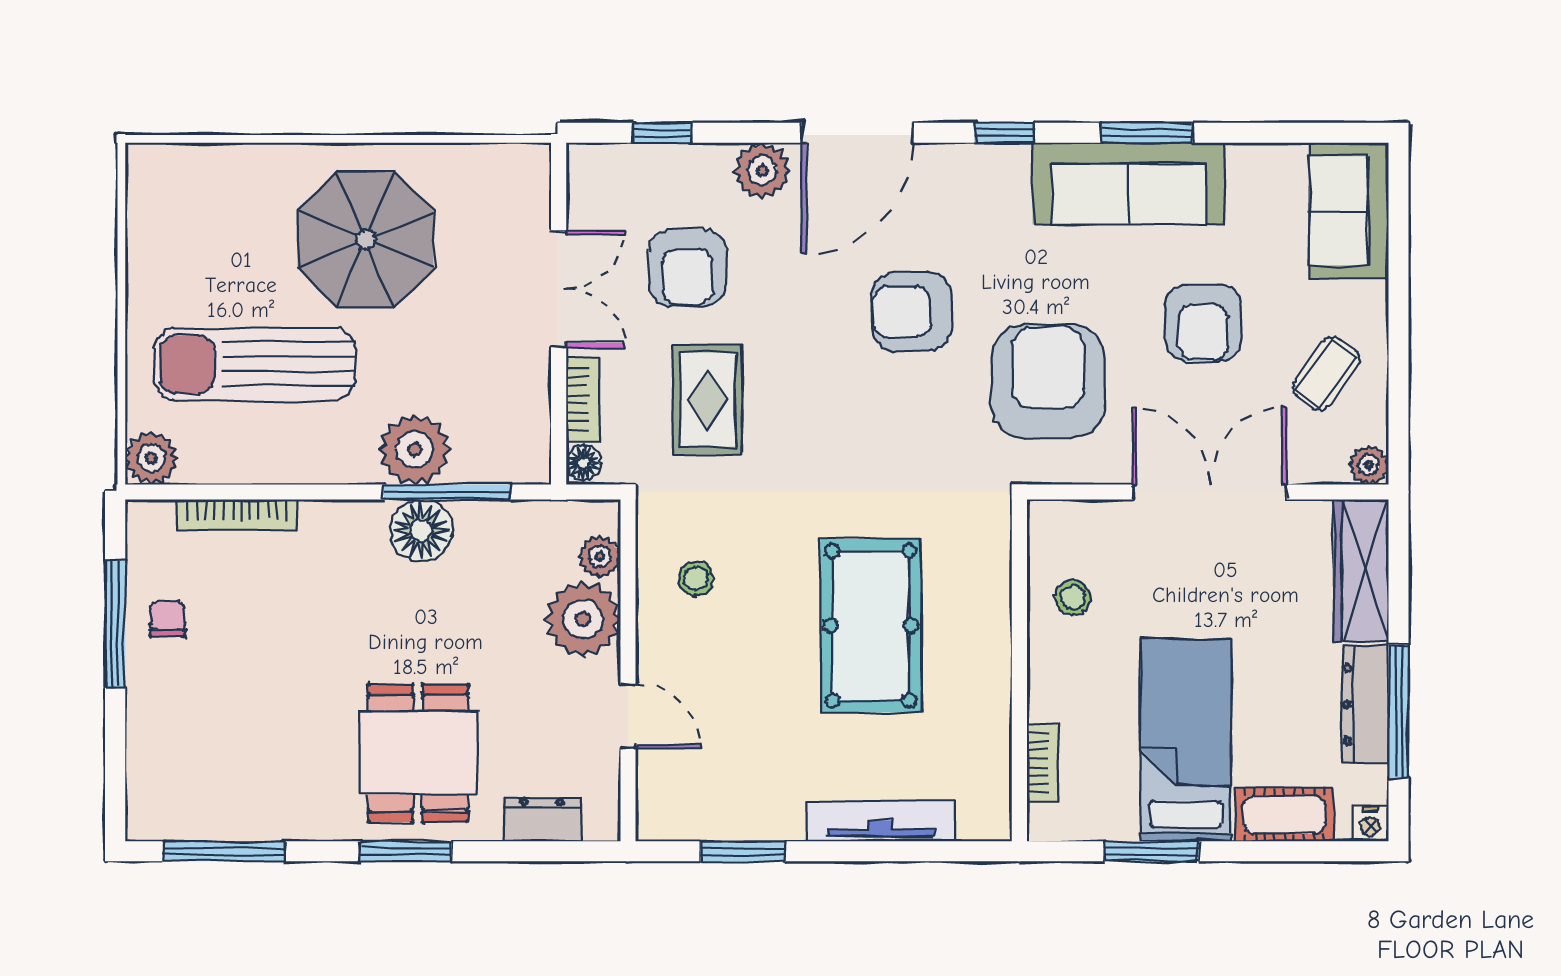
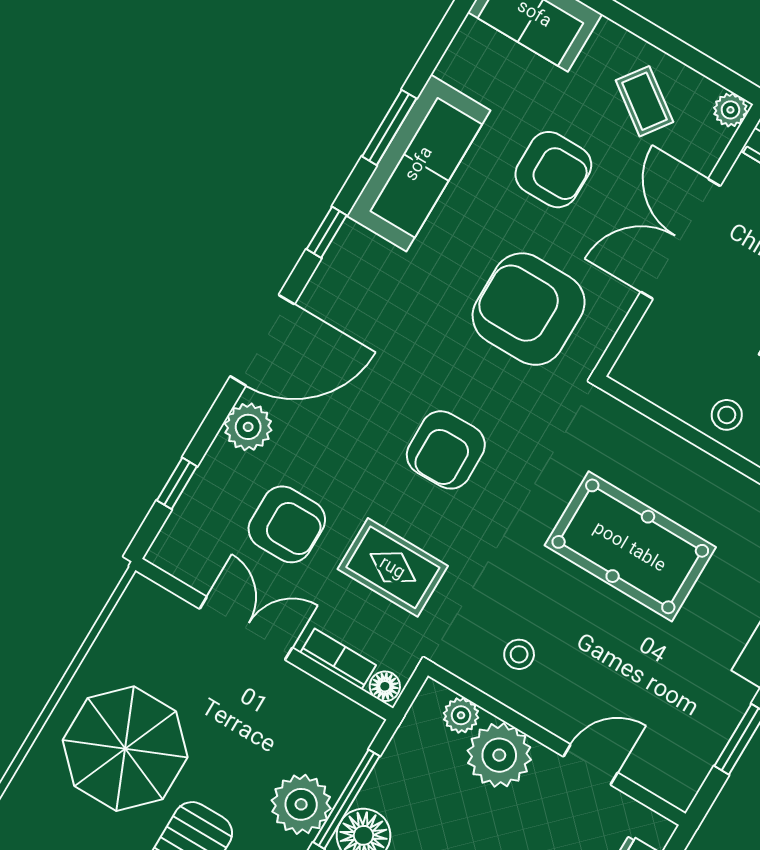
door: (858, 133) -> (262, 340), hinge flipped
armchair: (911, 312) -> (446, 450), moved
stool: (1073, 597) -> (727, 415), moved

